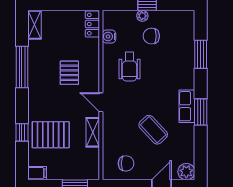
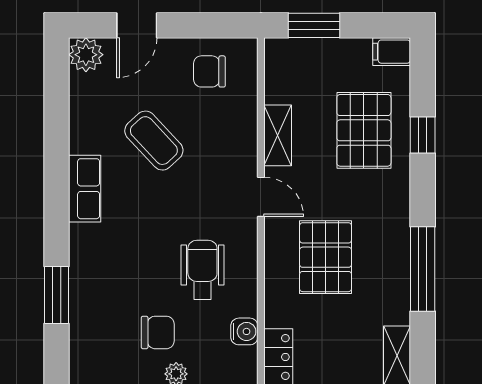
pallet: (69, 73) -> (326, 257), width x1.50, depth x1.42
window: (201, 112) -> (57, 177), removed
pallet: (51, 135) -> (364, 130), turned 90

